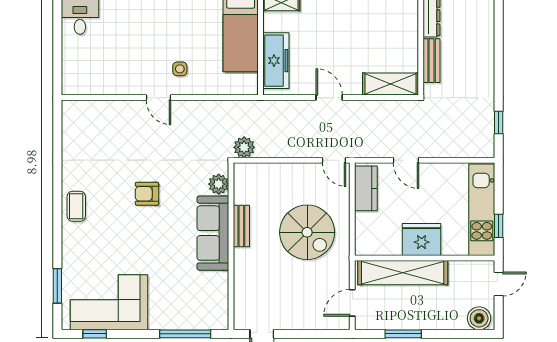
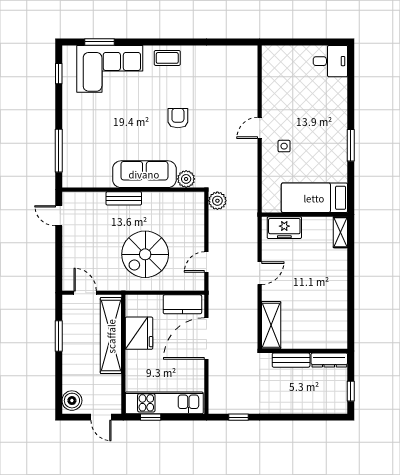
freezer: (276, 61) -> (284, 228), width x0.71
door: (334, 160) -> (206, 262), moved
door: (406, 160) -> (206, 338), width x1.88
bench: (241, 226) -> (124, 198), moved
fridge: (422, 239) -> (139, 333), moved
corner sofa: (109, 302) -> (110, 69), moved, turned 90

